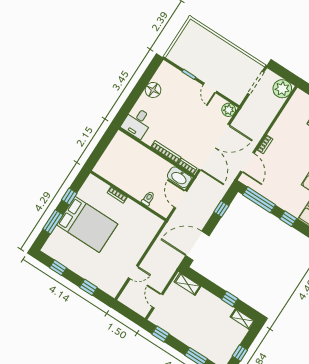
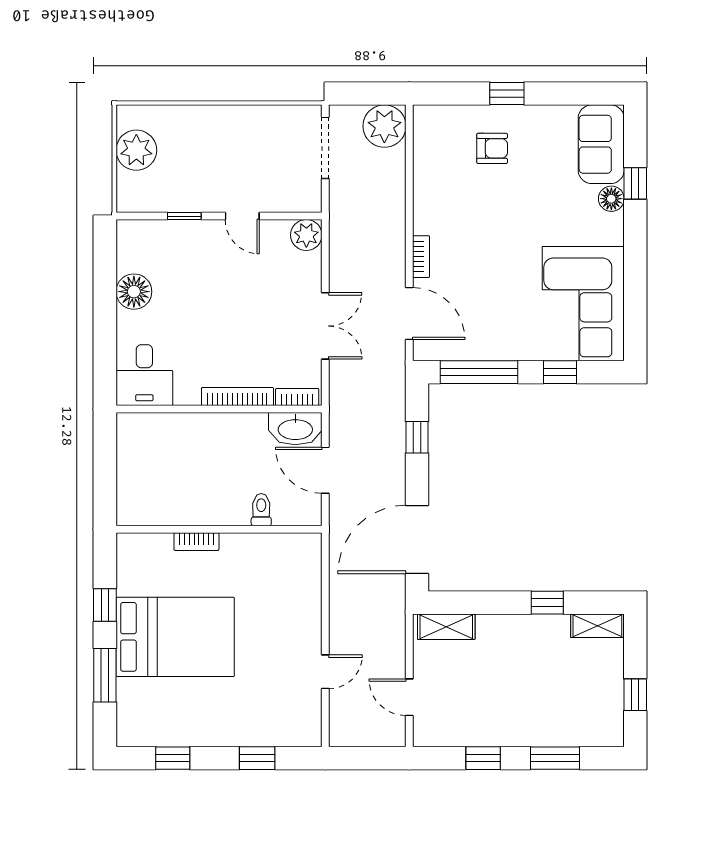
plant: (187, 39) -> (136, 150), added
double door: (214, 147) -> (325, 326), width x0.54
window: (161, 334) -> (483, 758), moved

